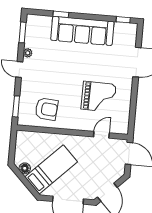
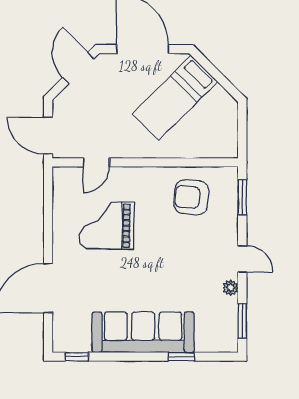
floor lamp: (25, 168) -> (219, 96), removed

